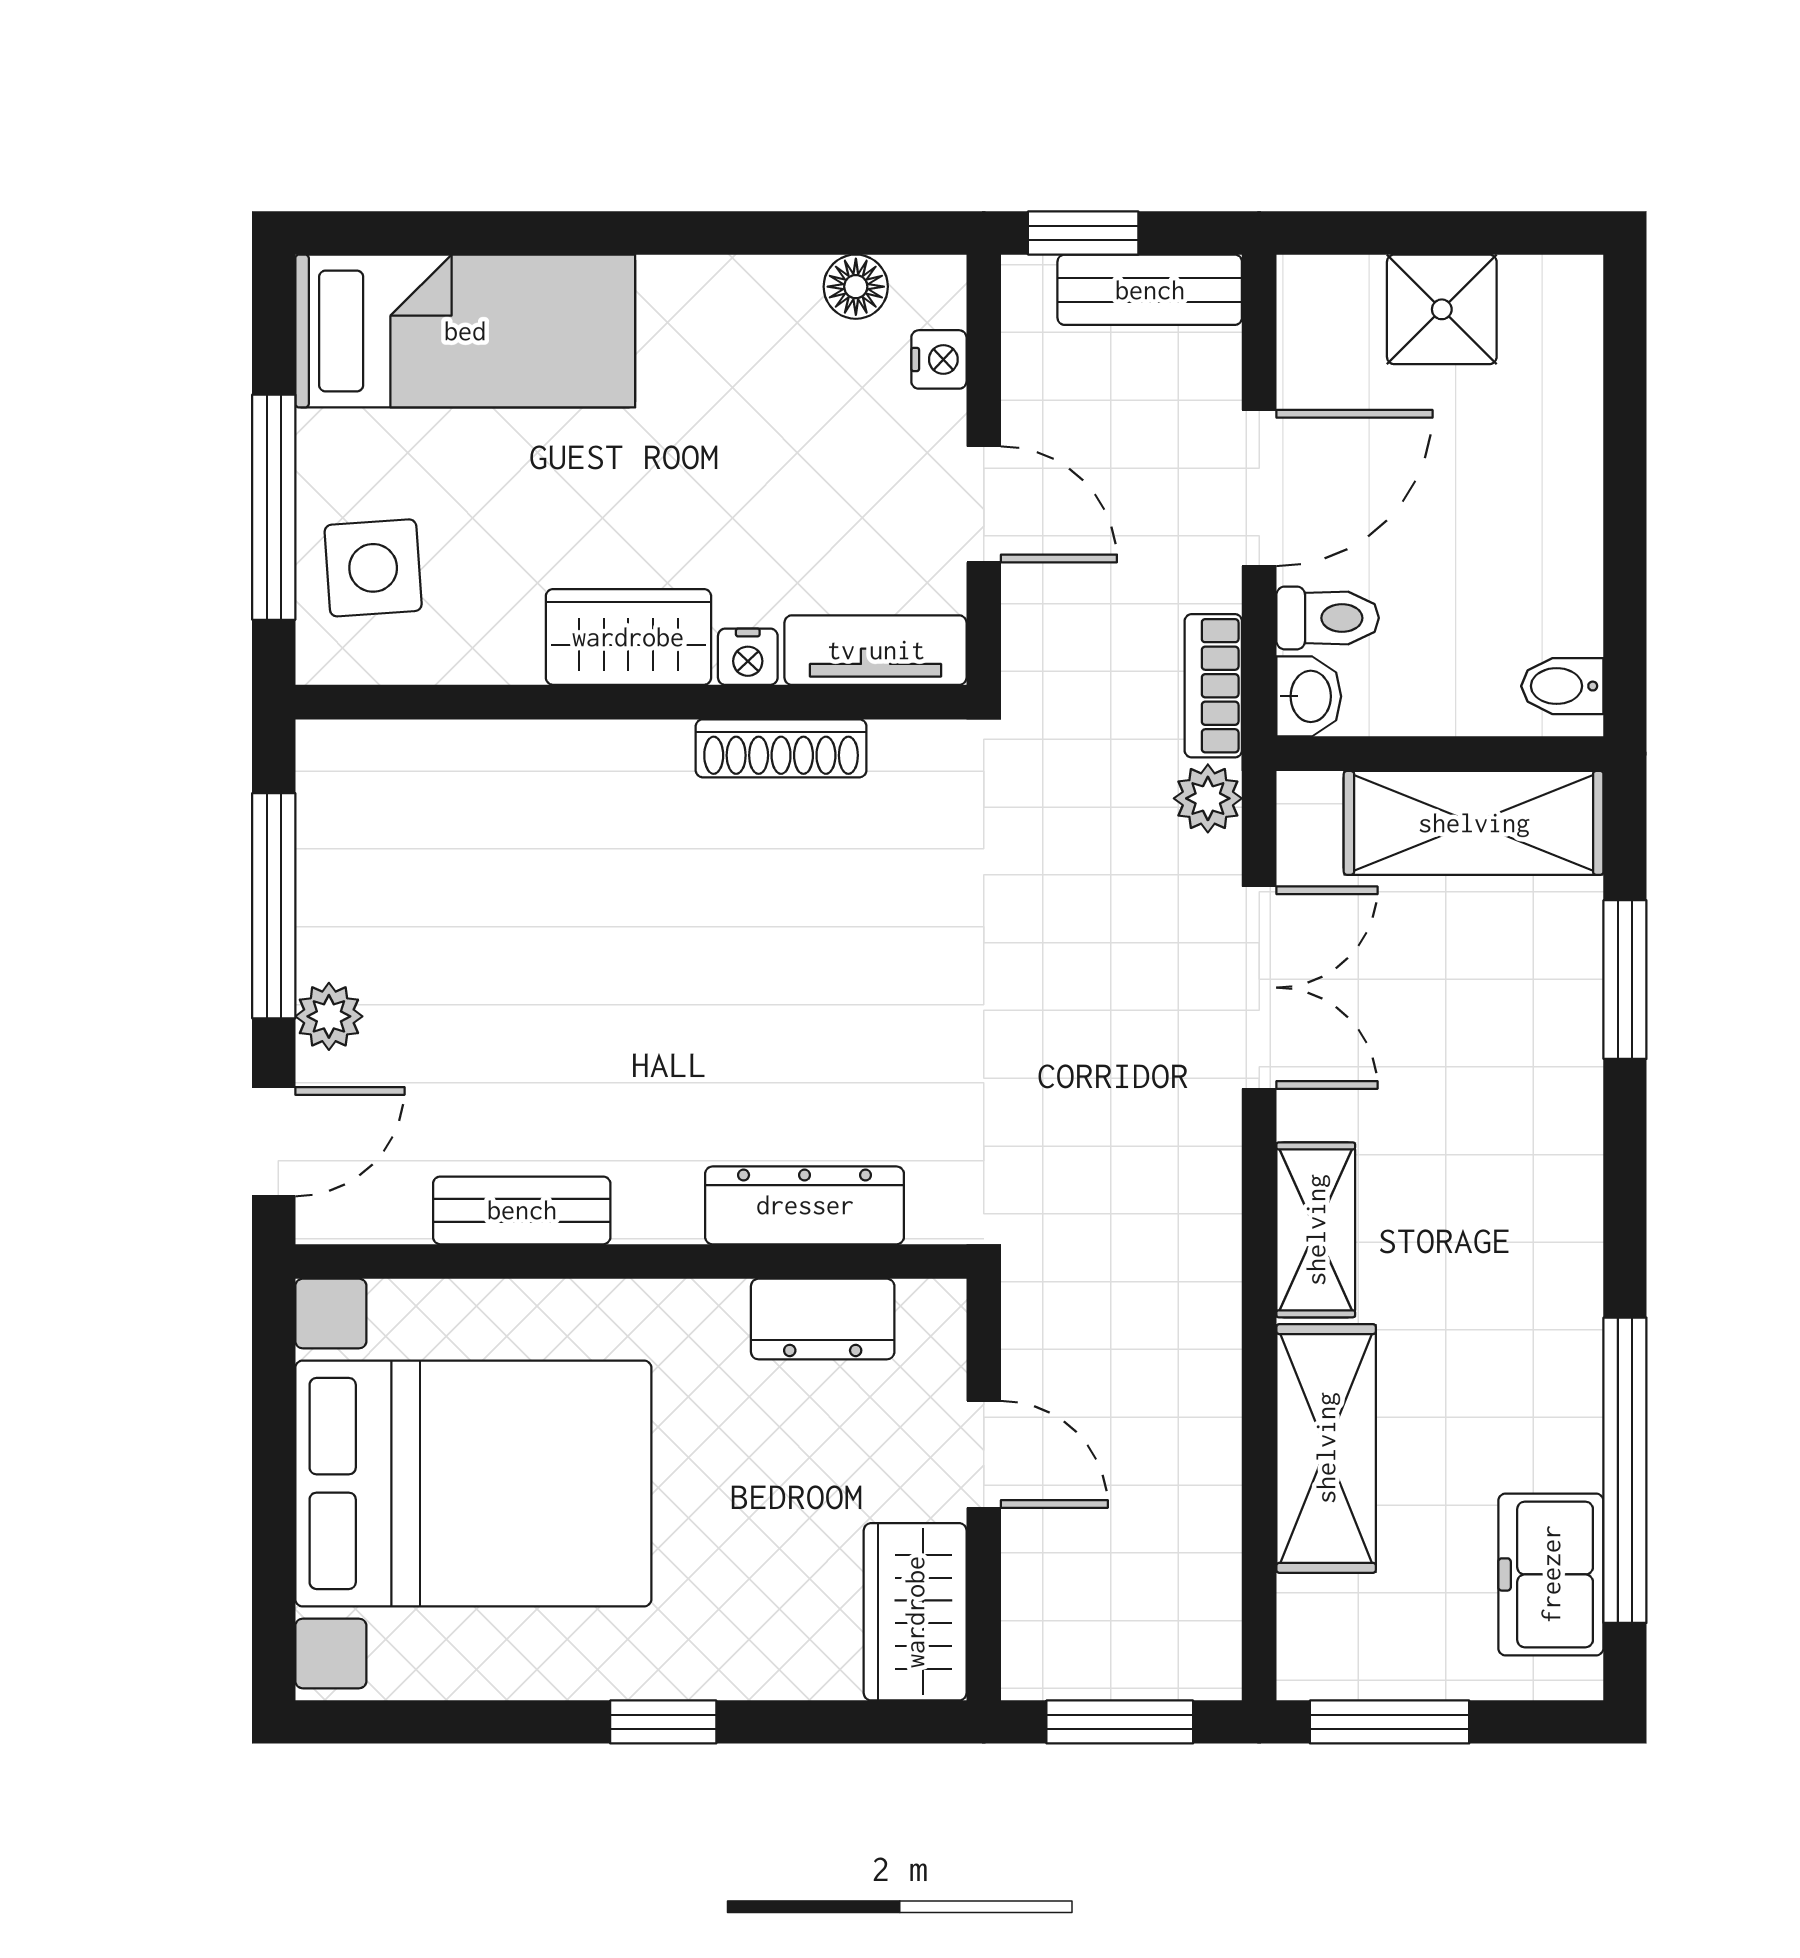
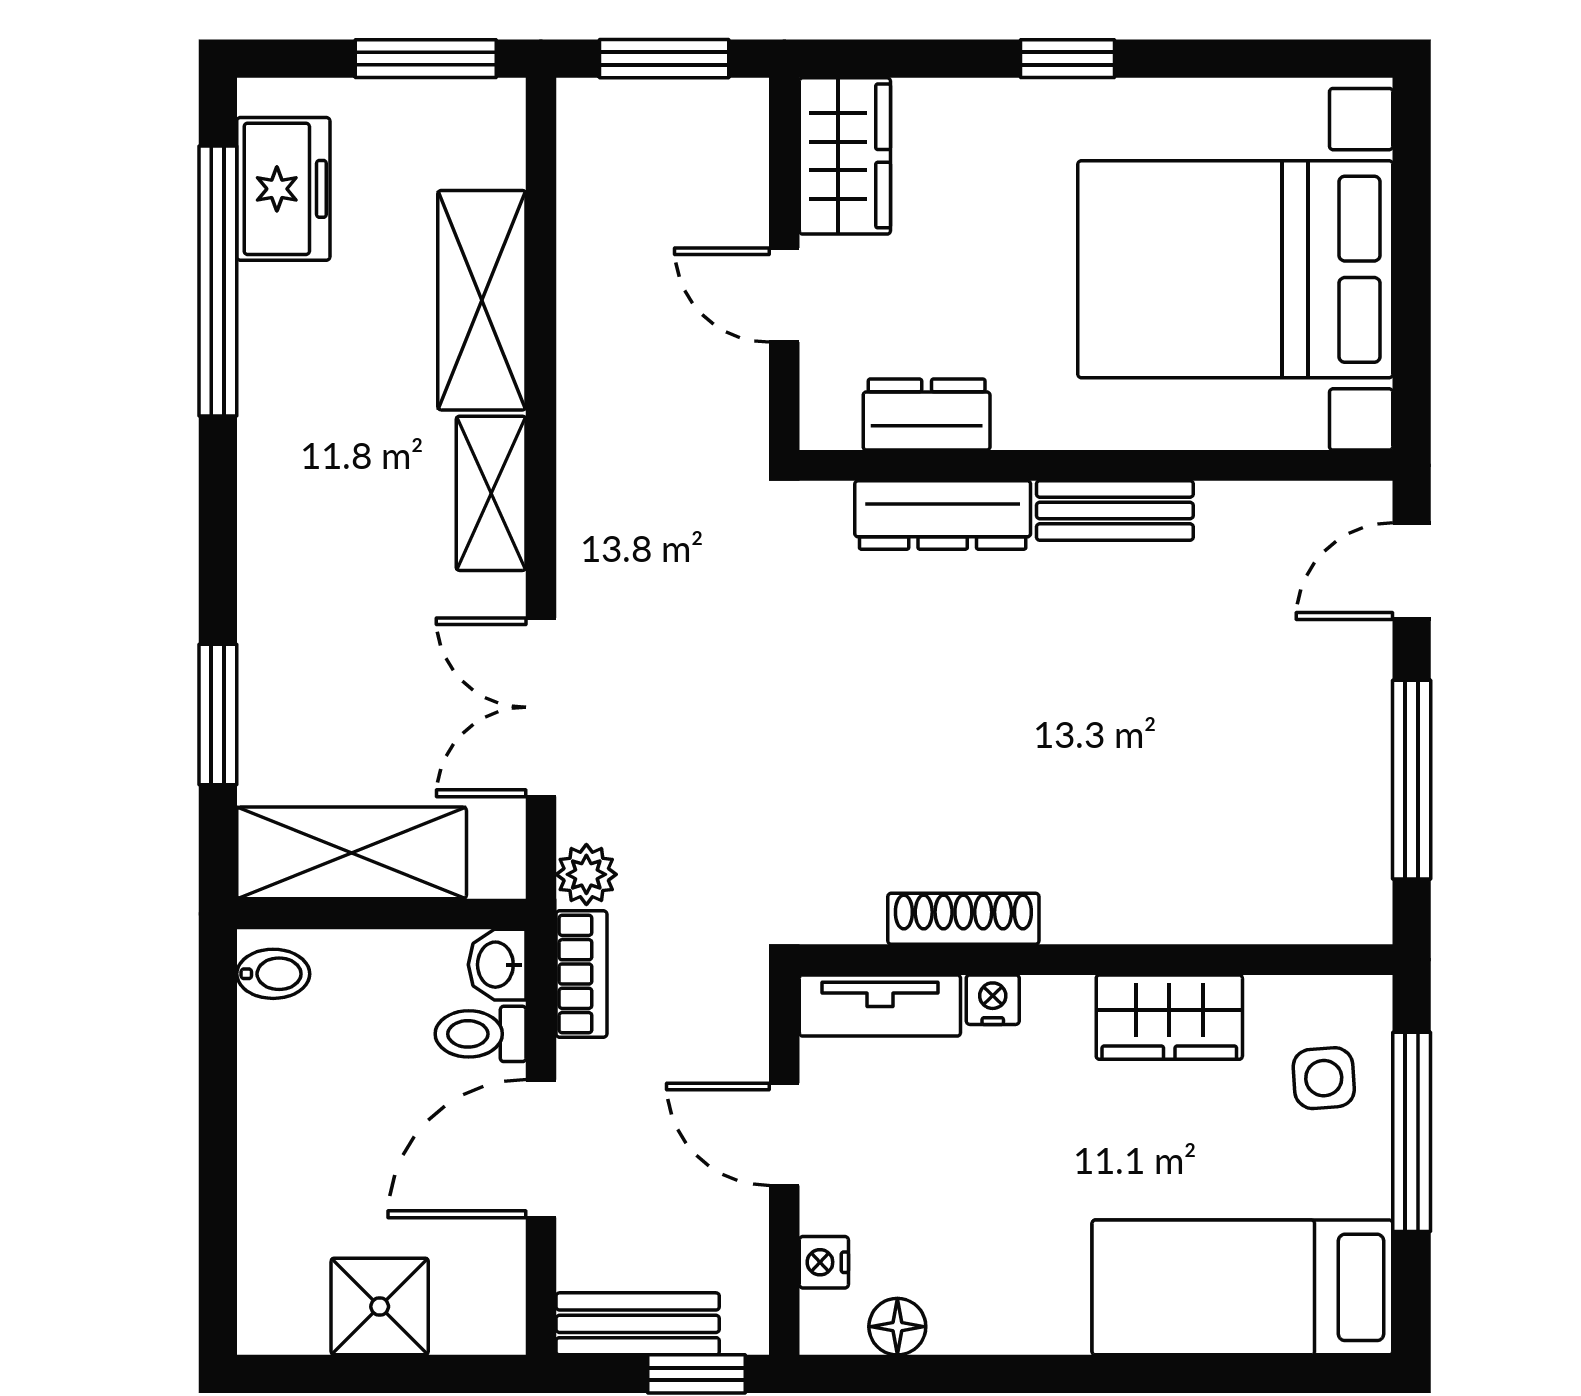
side table: (373, 568) -> (1324, 1078), width x0.73, depth x0.73
wardrobe: (628, 637) -> (1169, 1017), moved
plant: (329, 1016) -> (1363, 682), removed
bench: (522, 1210) -> (1115, 511), moved

